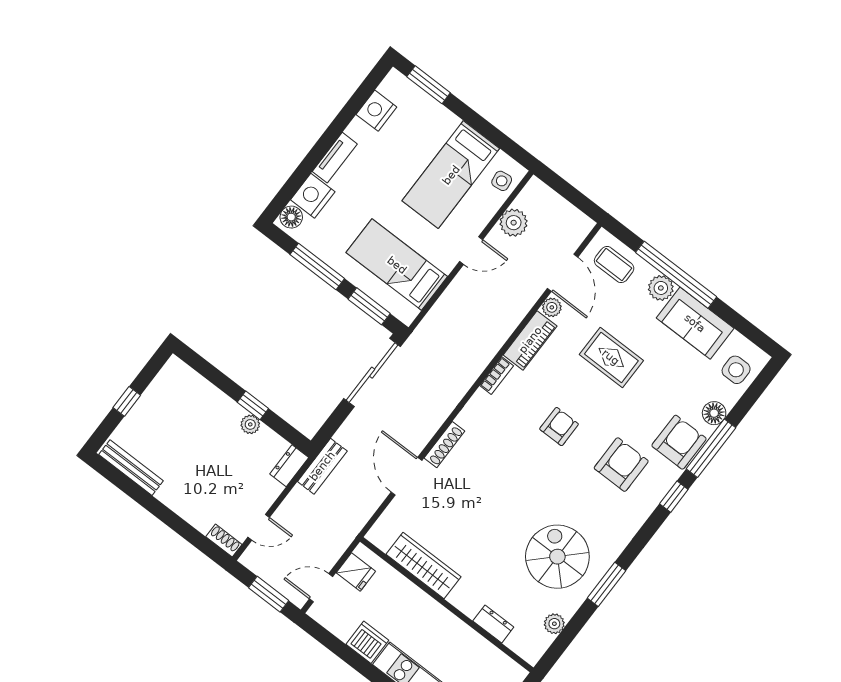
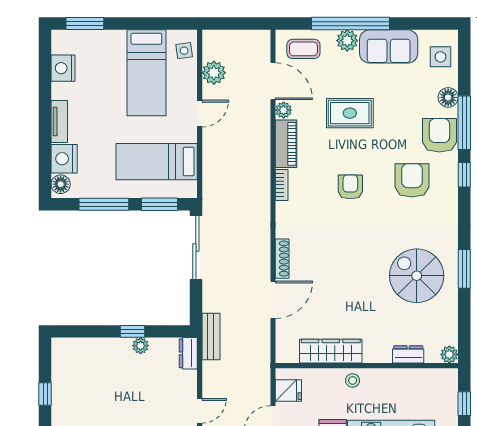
door: (406, 476) -> (273, 300), swing flipped
stool: (423, 608) -> (353, 380), added
plant: (554, 624) -> (449, 354), moved

